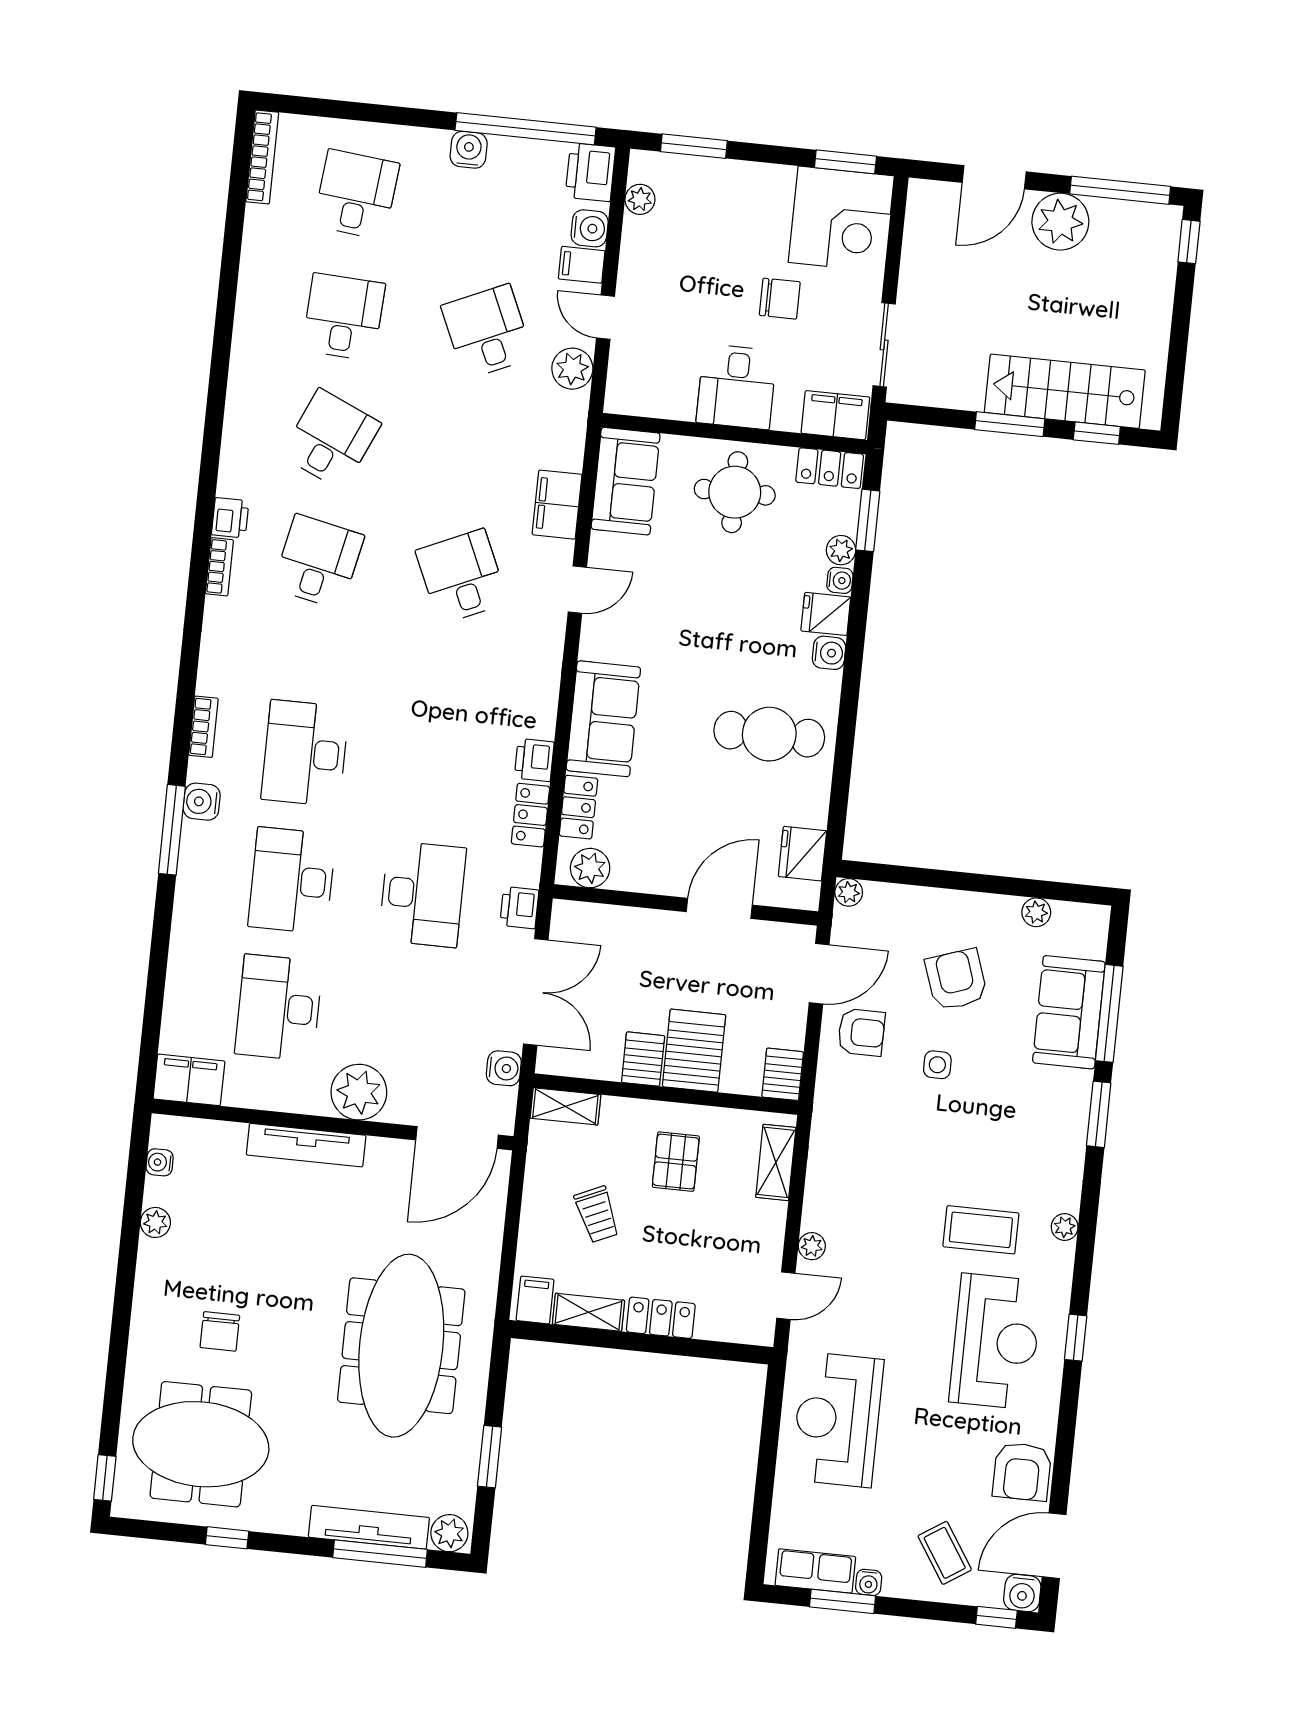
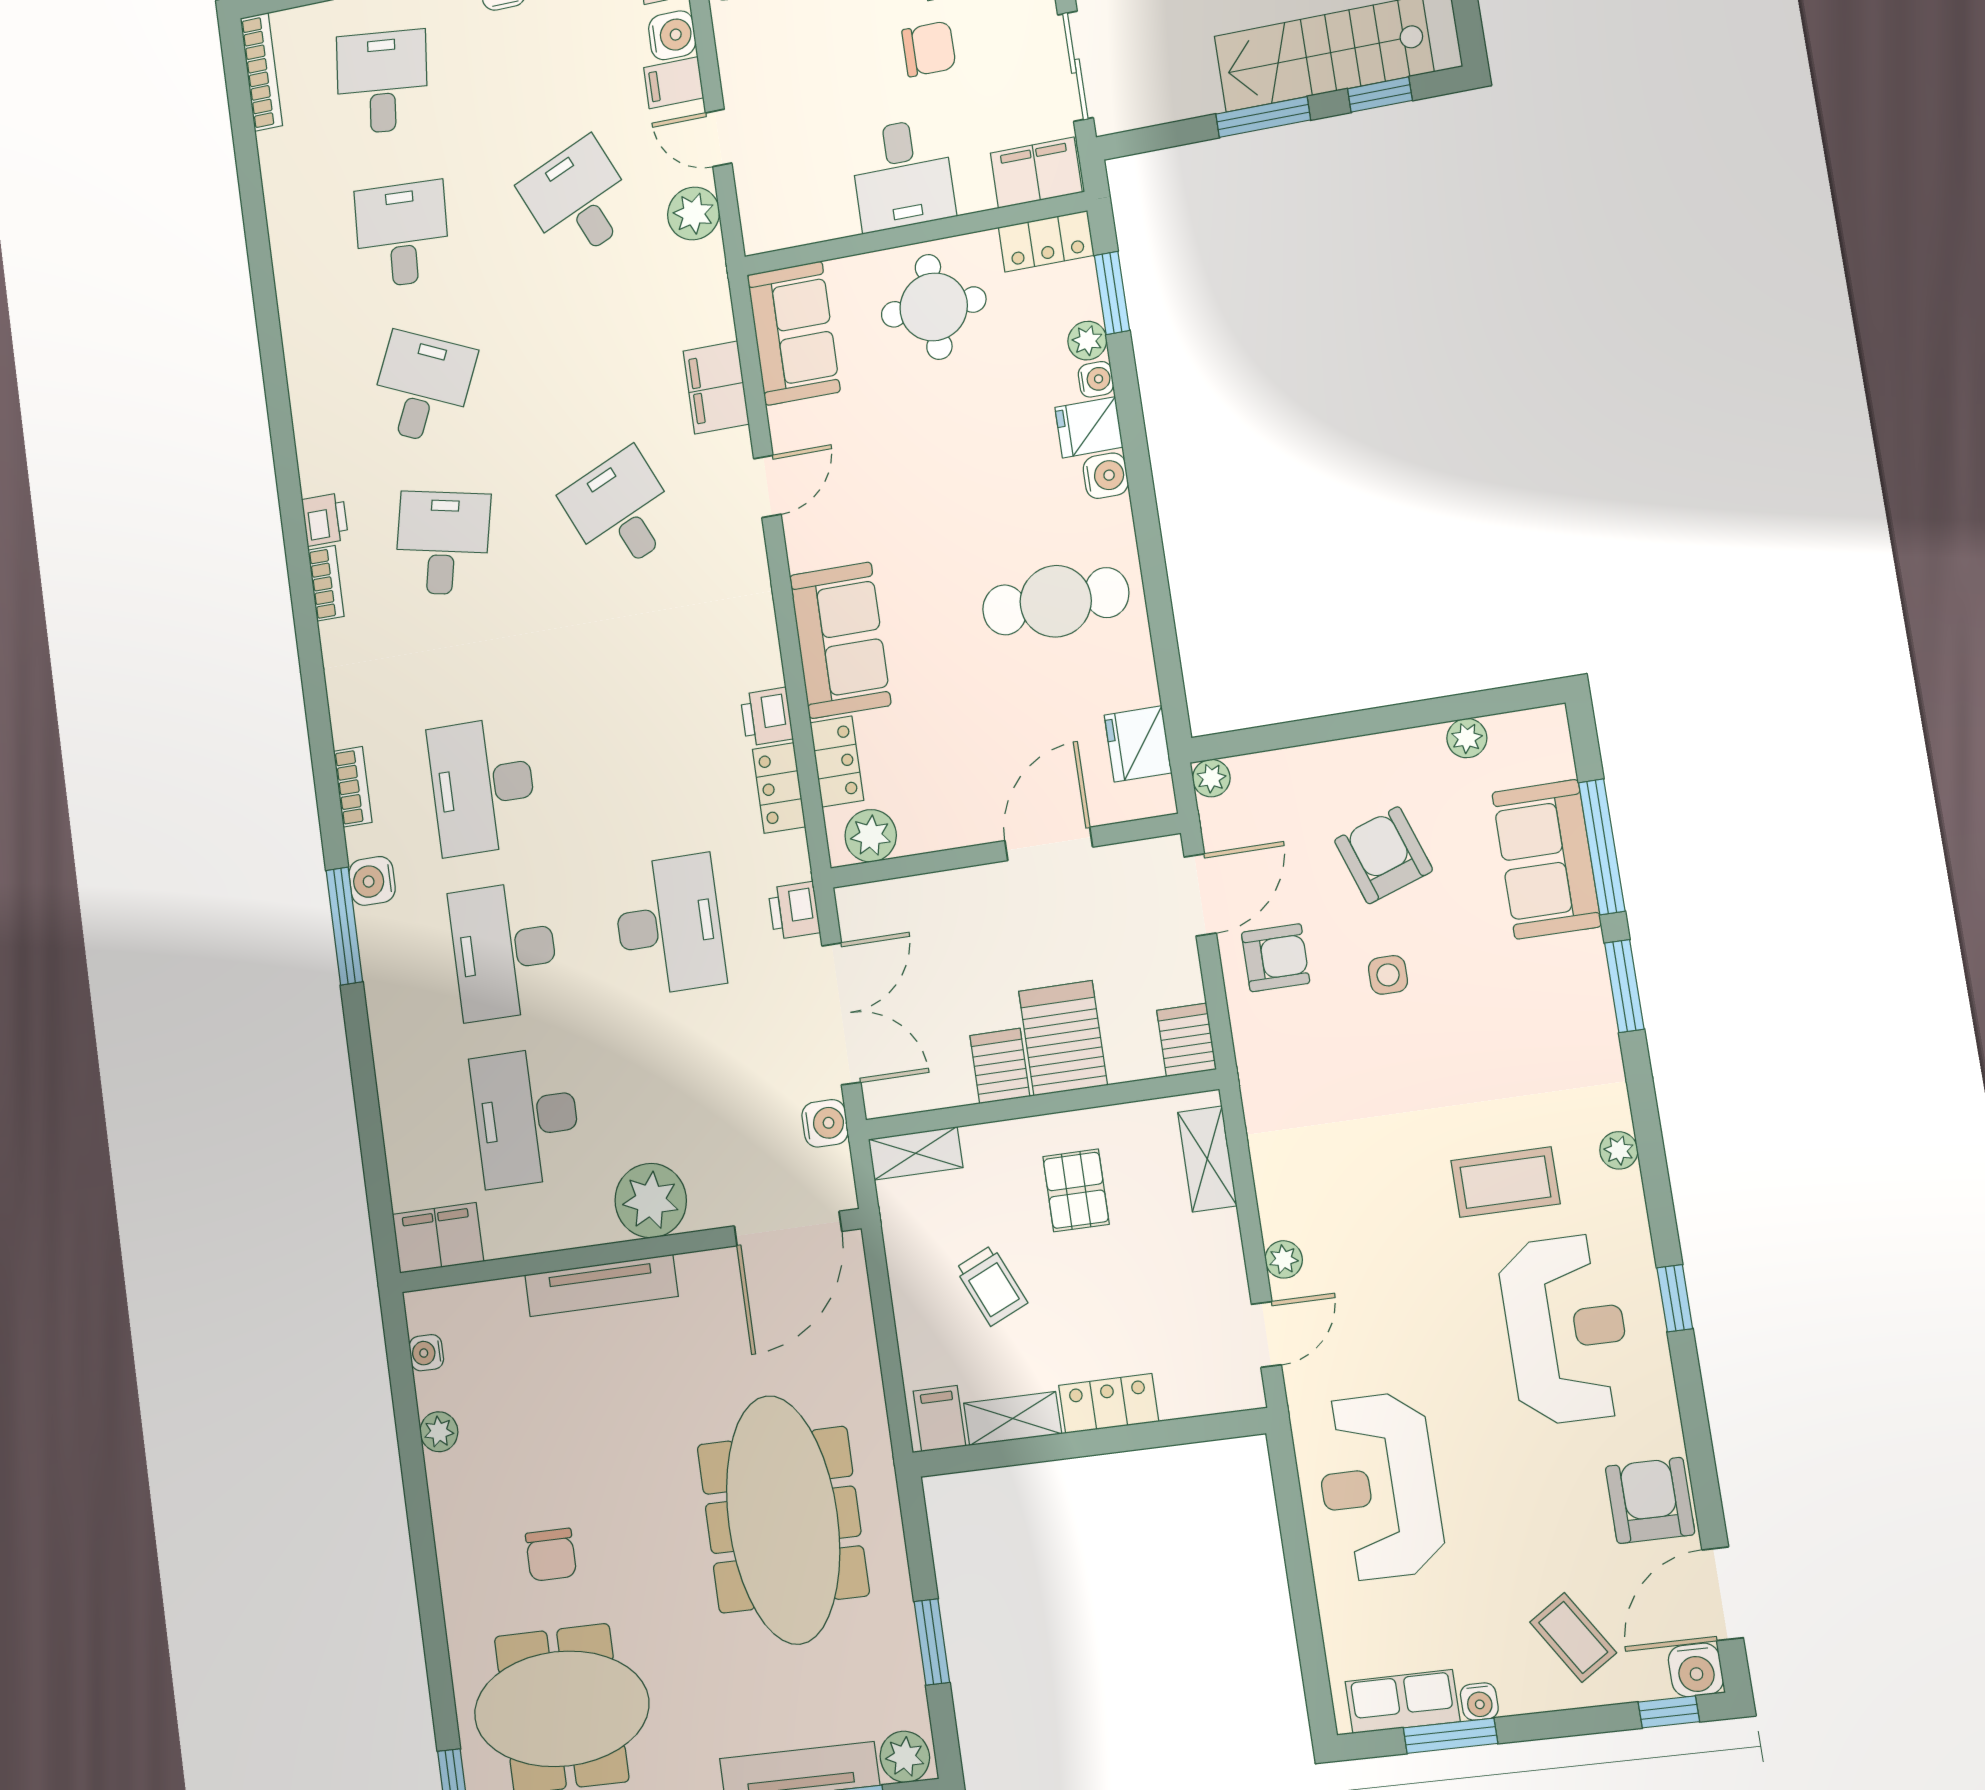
armchair: (1022, 1472) -> (1650, 1500), turned 180

